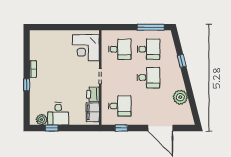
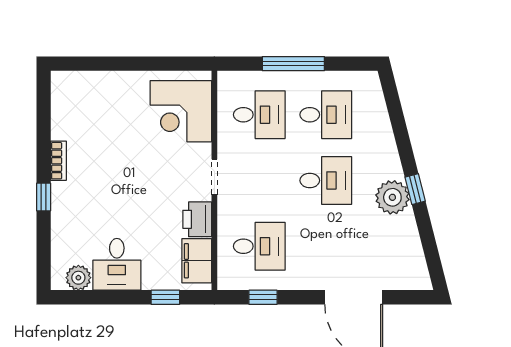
window: (151, 27) -> (293, 64), moved
window: (182, 61) -> (415, 189), moved
plant: (180, 97) -> (392, 197), moved
window: (52, 128) -> (165, 297), moved

